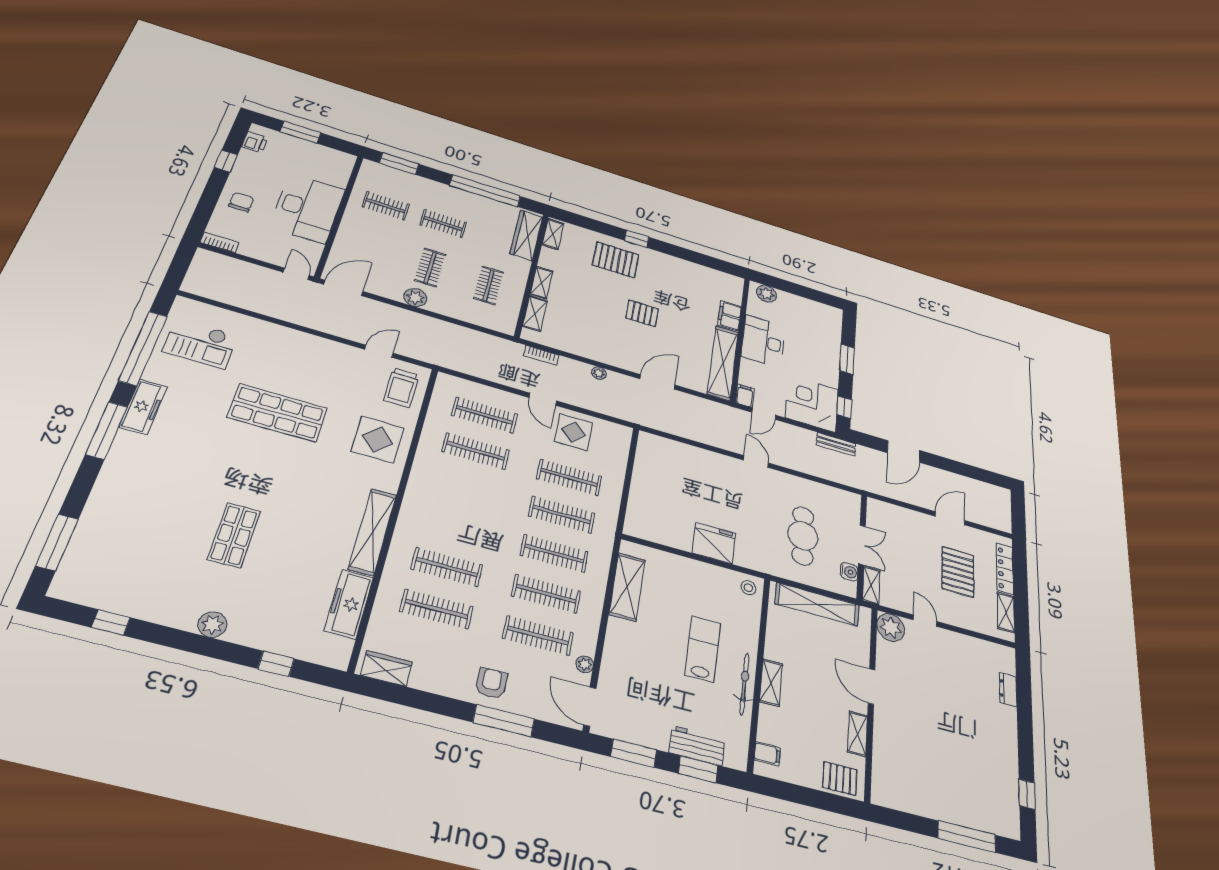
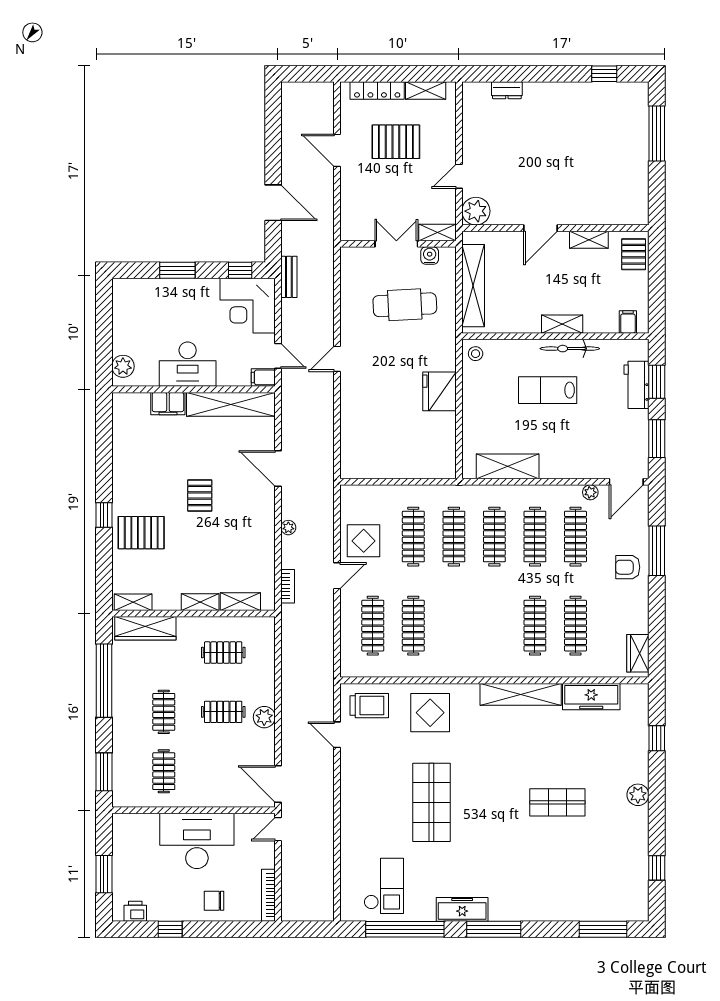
bookcase: (220, 242) -> (268, 895), width x1.56
pallet: (616, 260) -> (141, 533), turned 90

